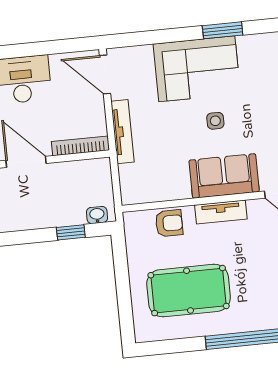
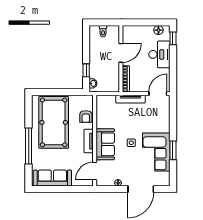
corner sofa: (197, 69) -> (156, 152), moved
pool table: (189, 291) -> (54, 122), width x1.36, depth x1.32

